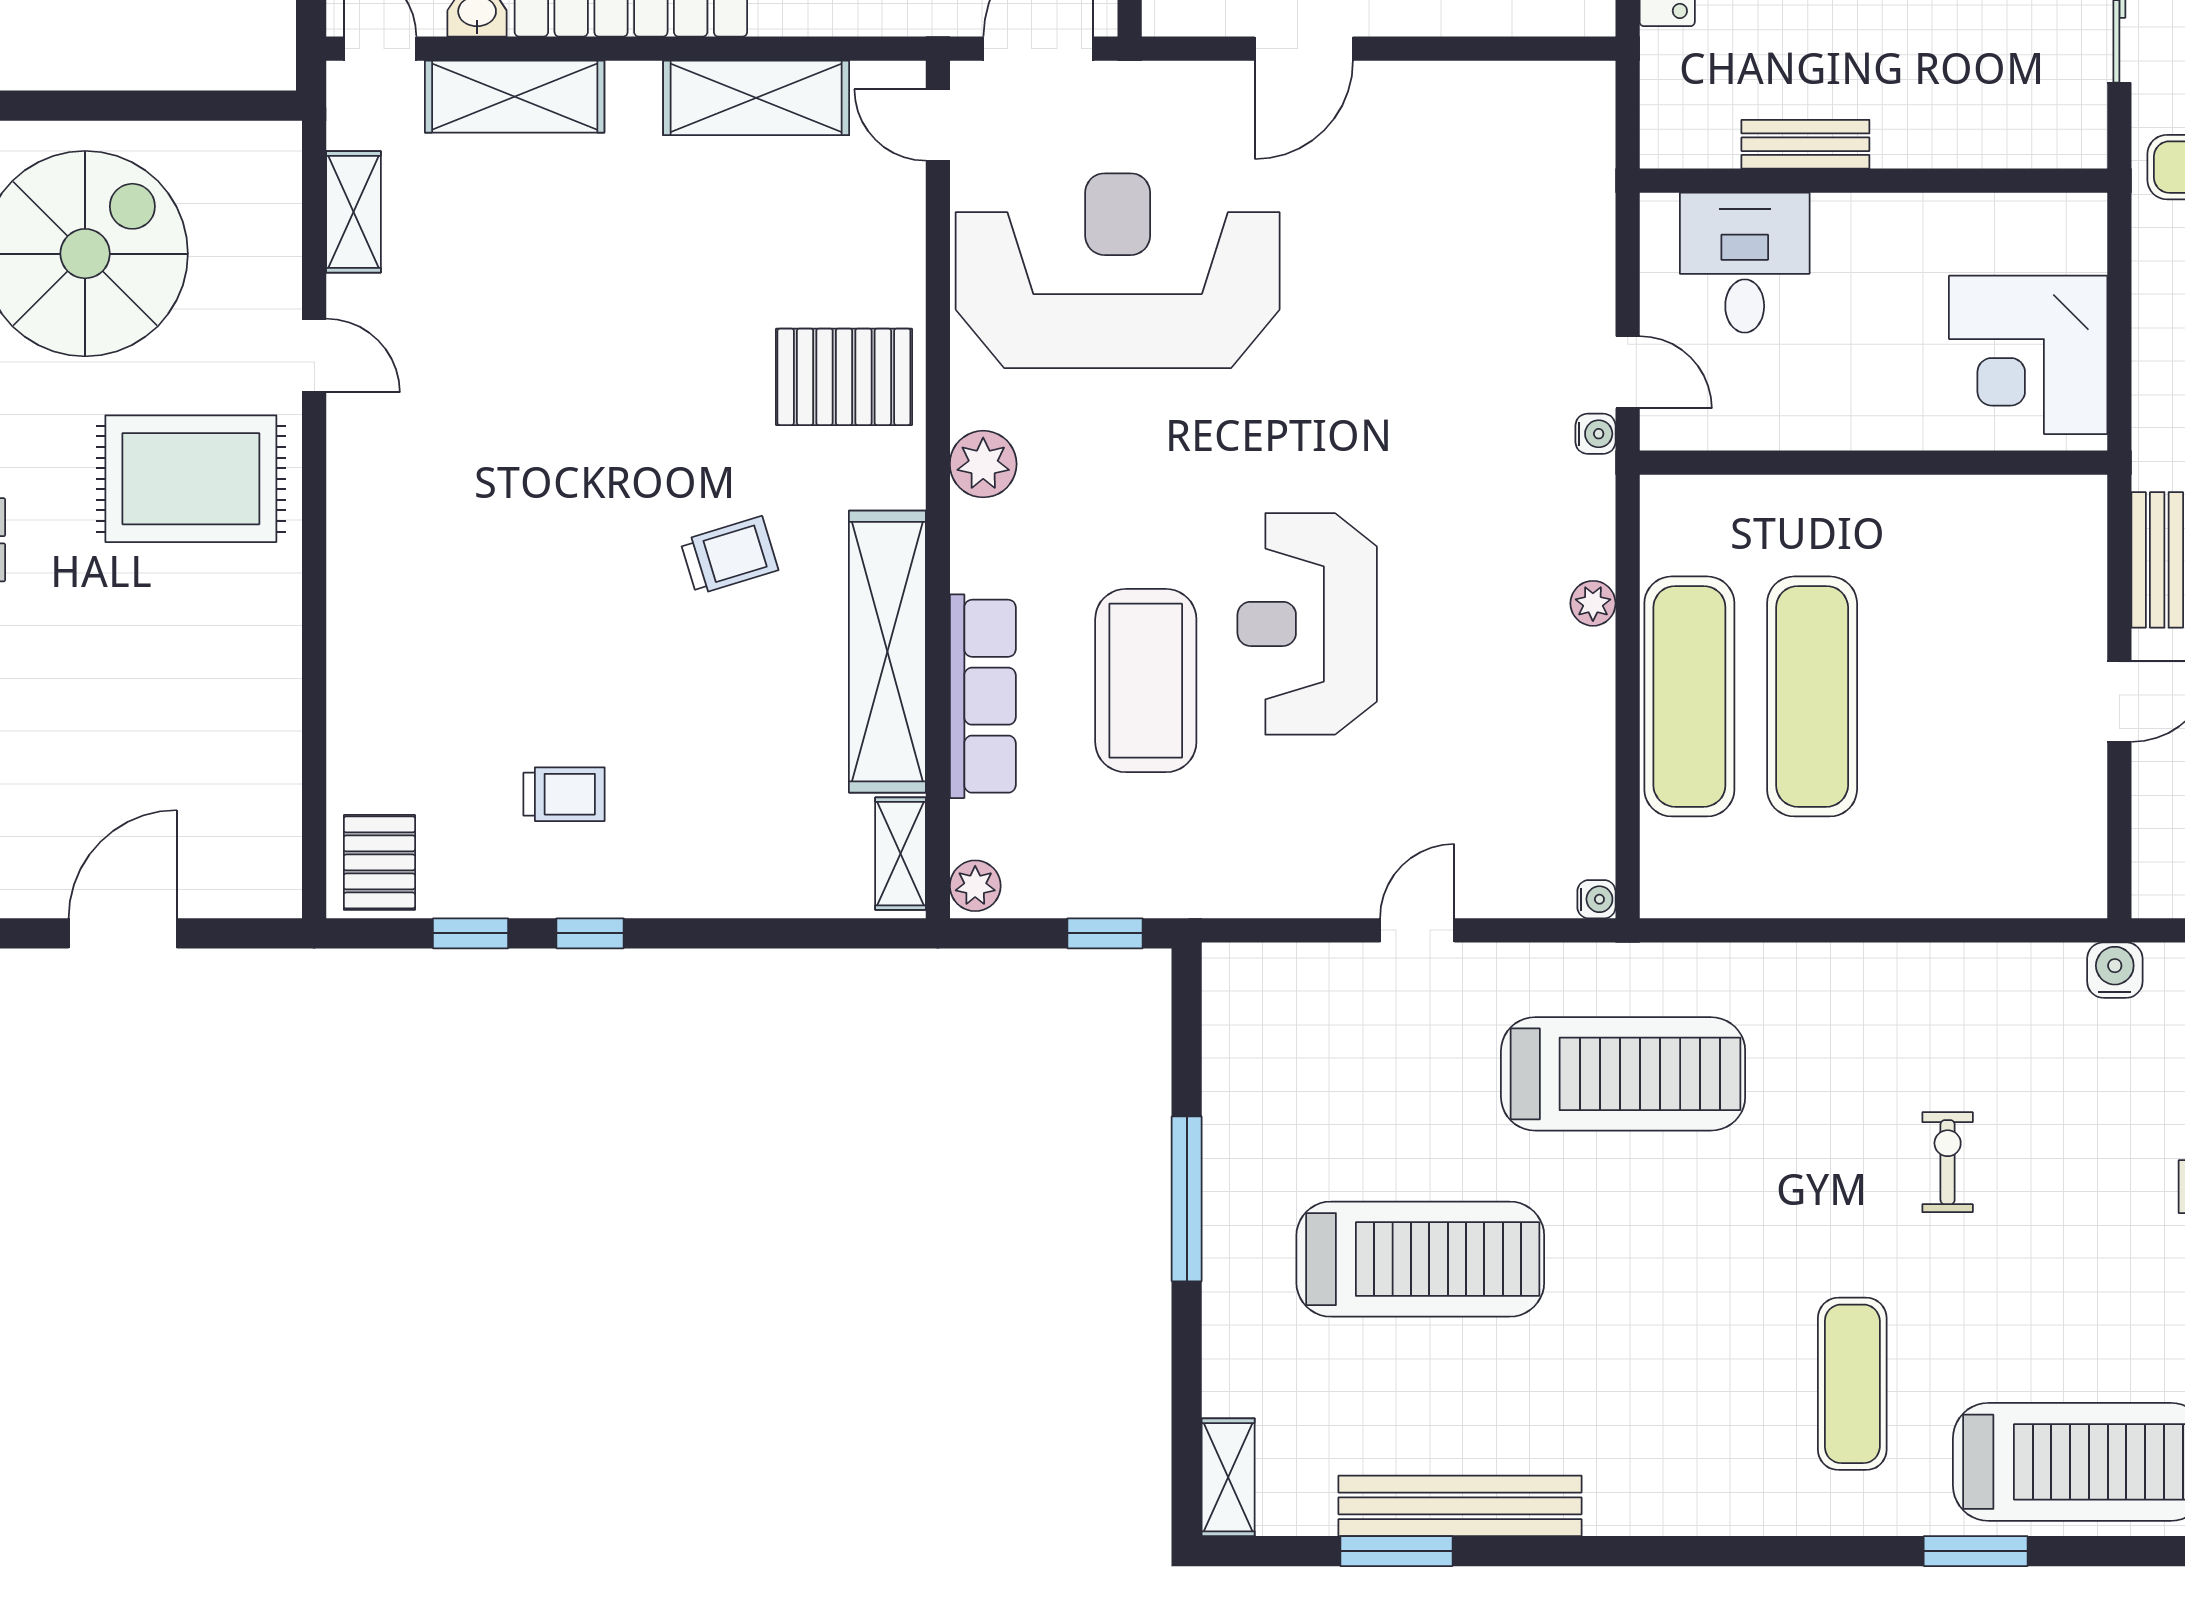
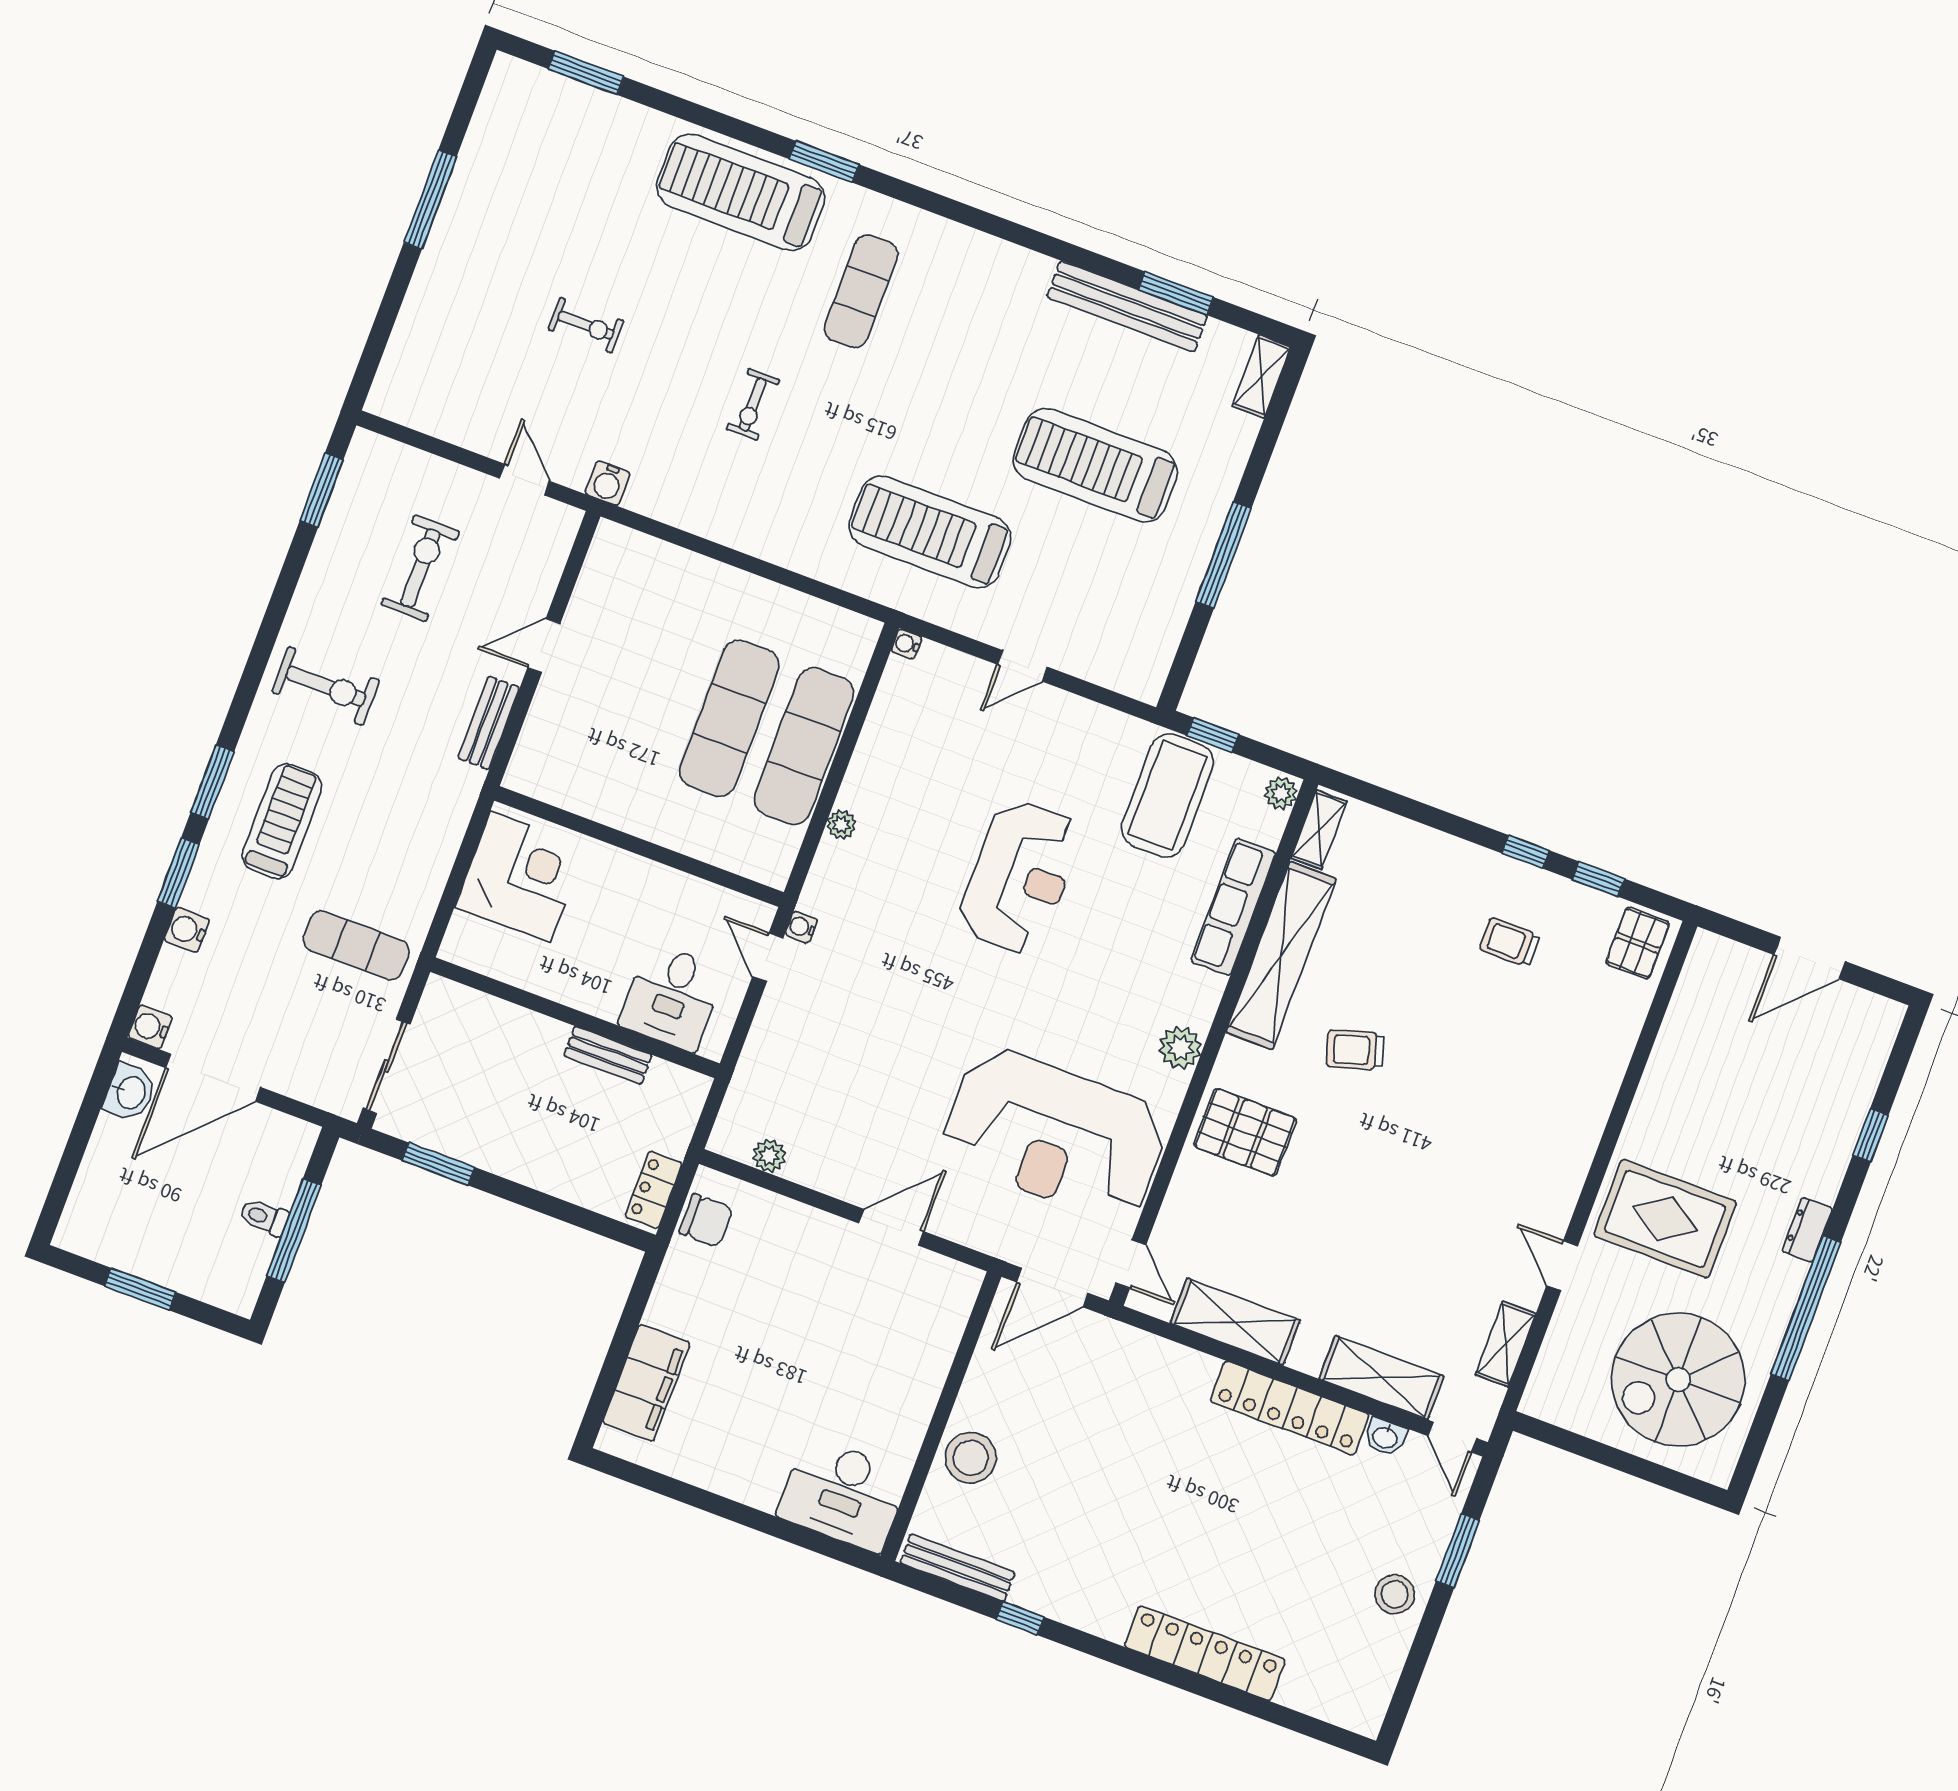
plant: (1519, 86) -> (769, 1156), added
coffee table: (1146, 681) -> (1168, 795), moved

